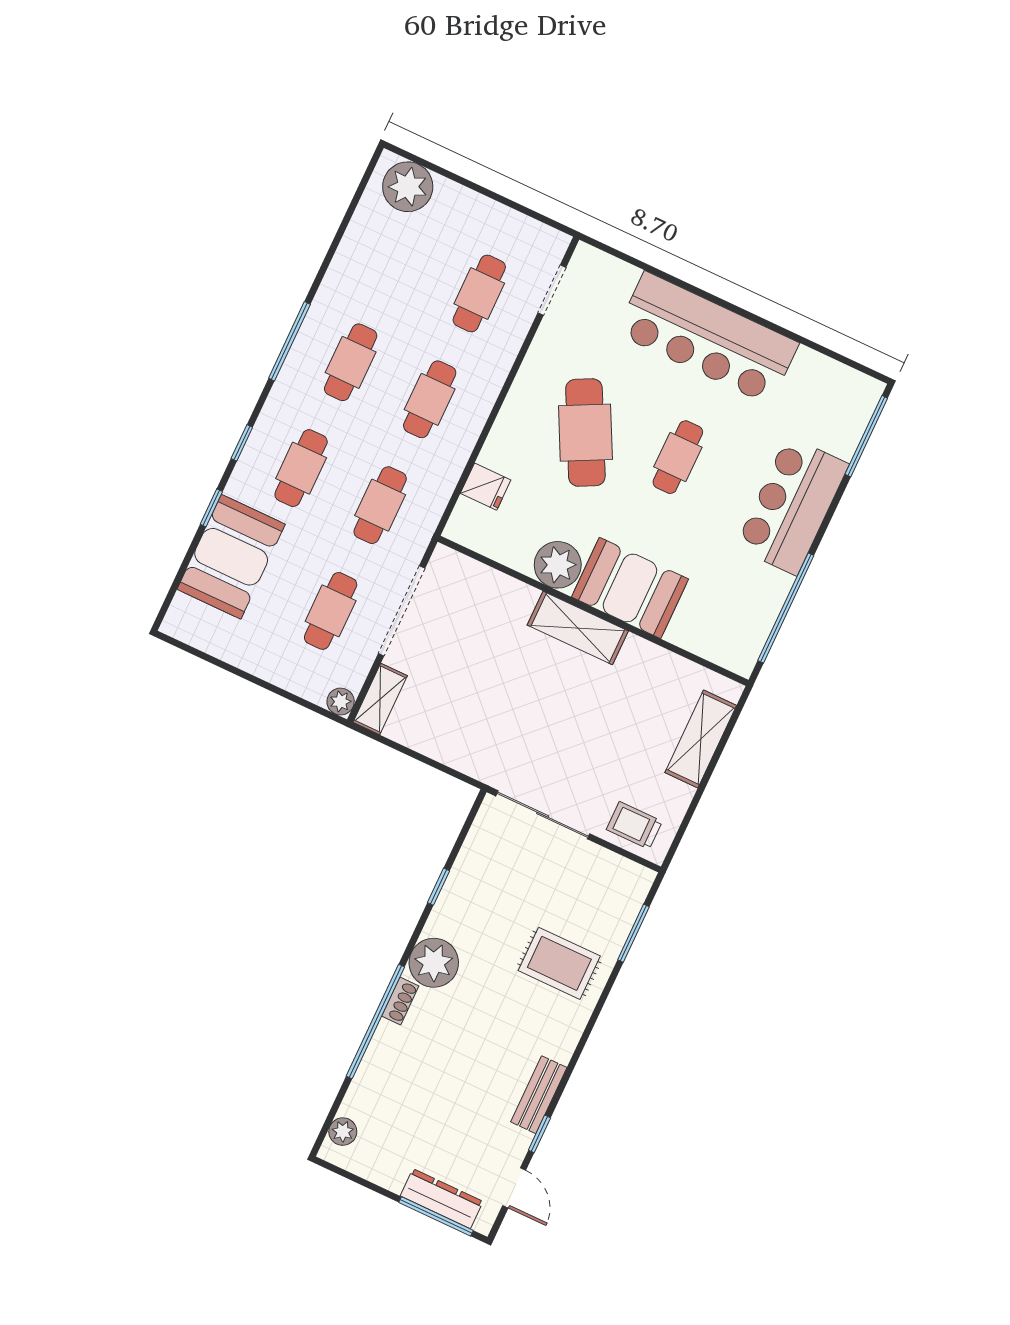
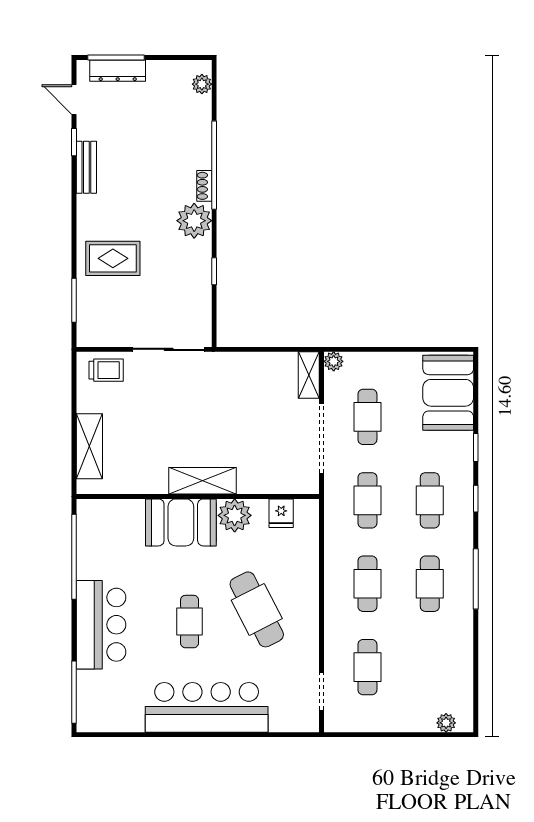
plant: (408, 187) -> (446, 723), width x0.53, depth x0.53
fridge: (486, 487) -> (281, 513), moved, turned -90
booth: (231, 557) -> (448, 393), moved

